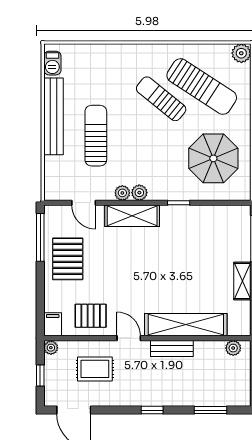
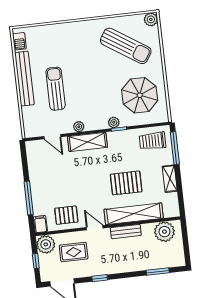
sun lounger: (161, 99) -> (98, 58), removed
plant: (139, 193) -> (114, 122), moved
trolley: (224, 225) -> (152, 141), added
window: (40, 237) -> (29, 198), moved
pallet: (68, 259) -> (126, 183), moved, turned 90
plant: (51, 348) -> (46, 244), width x1.87, depth x1.87
plant: (233, 348) -> (164, 232), width x1.88, depth x1.88
window: (152, 410) -> (100, 278), moved

